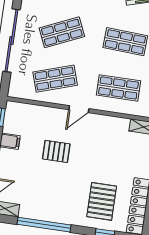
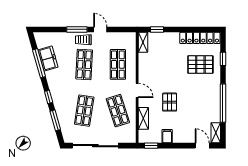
shop shelf: (62, 32) -> (84, 111), turned 33
shelving: (39, 112) -> (143, 118), added

